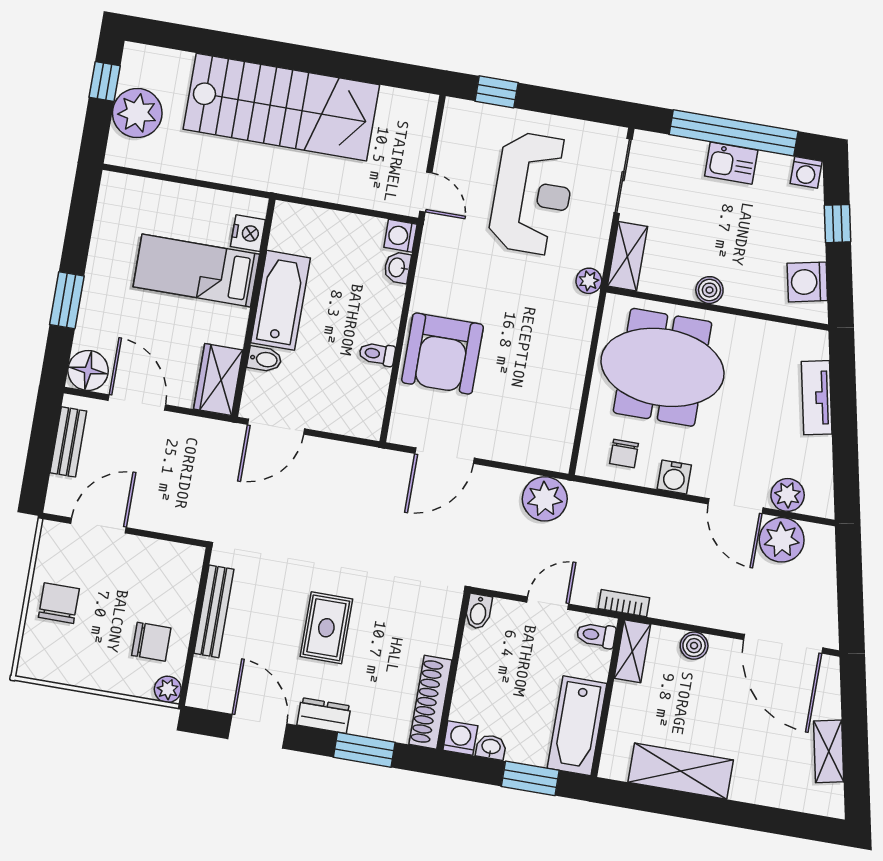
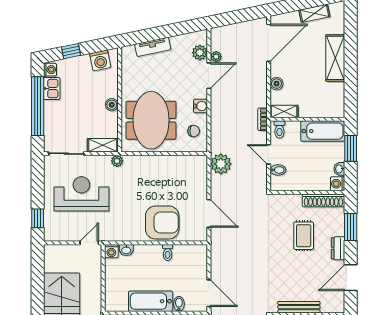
kitchen sink: (731, 163) -> (52, 89), moved
plant: (782, 540) -> (216, 57), width x0.53, depth x0.53
bidet: (478, 612) -> (278, 170), moved
rug: (326, 628) -> (304, 236), moved, turned 90
shelving: (681, 771) -> (335, 58), moved

